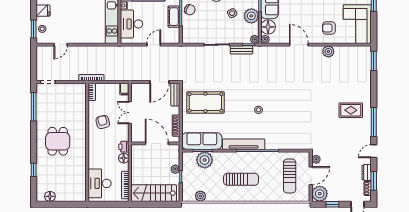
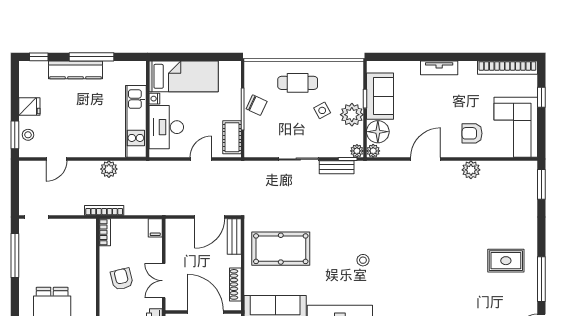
cot: (174, 17) -> (232, 137), moved
door: (299, 45) -> (426, 159), hinge flipped
plant: (94, 51) -> (109, 169), added
double door: (130, 113) -> (164, 281), moved

